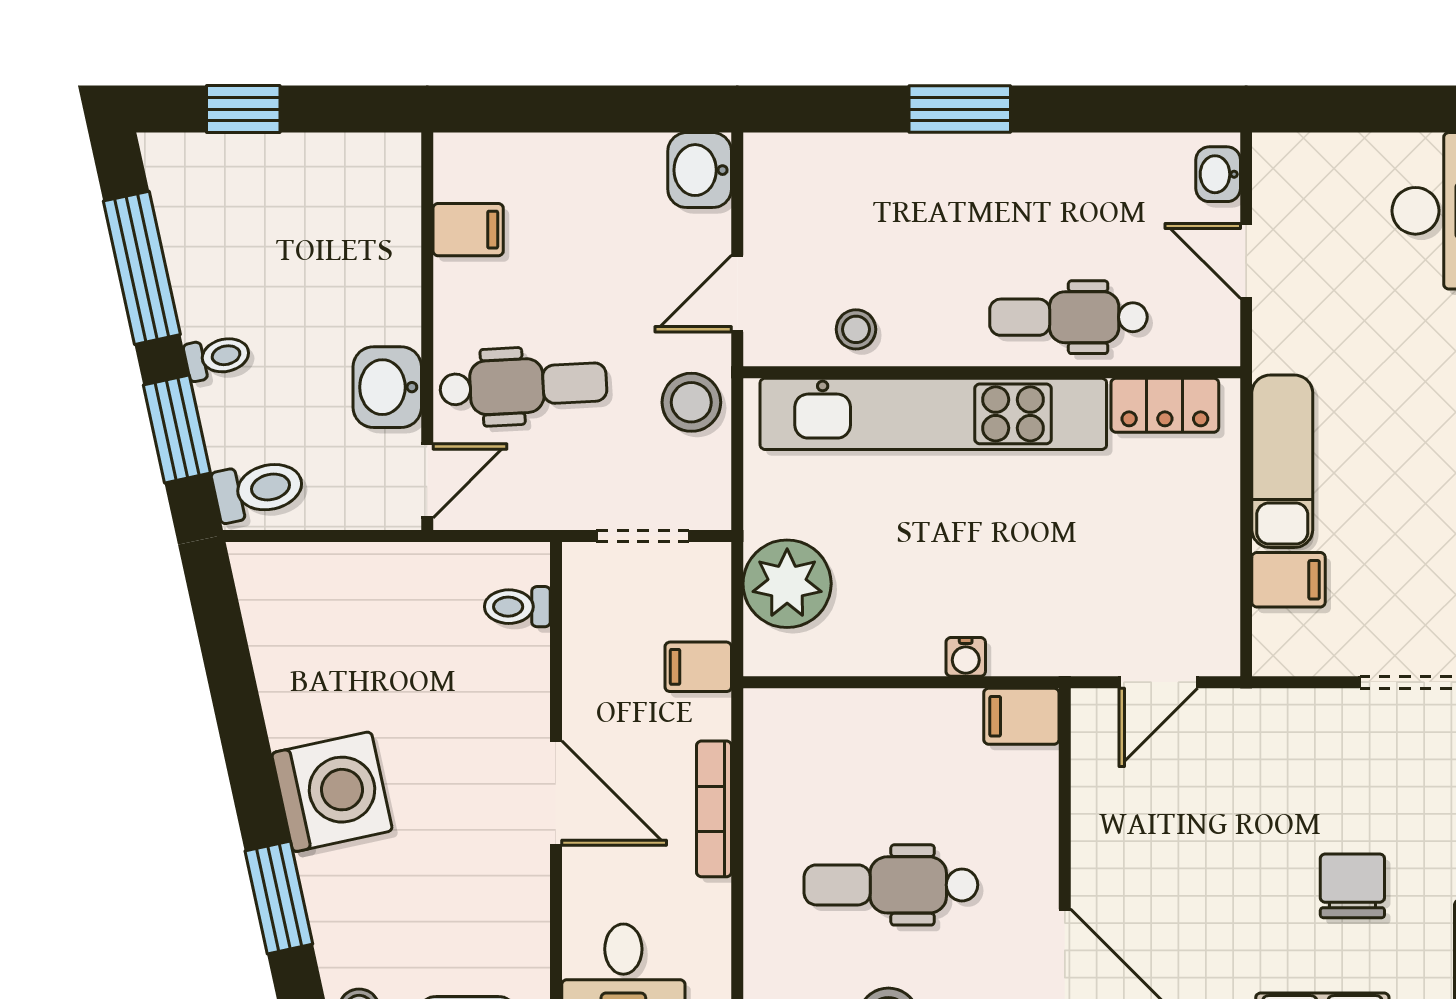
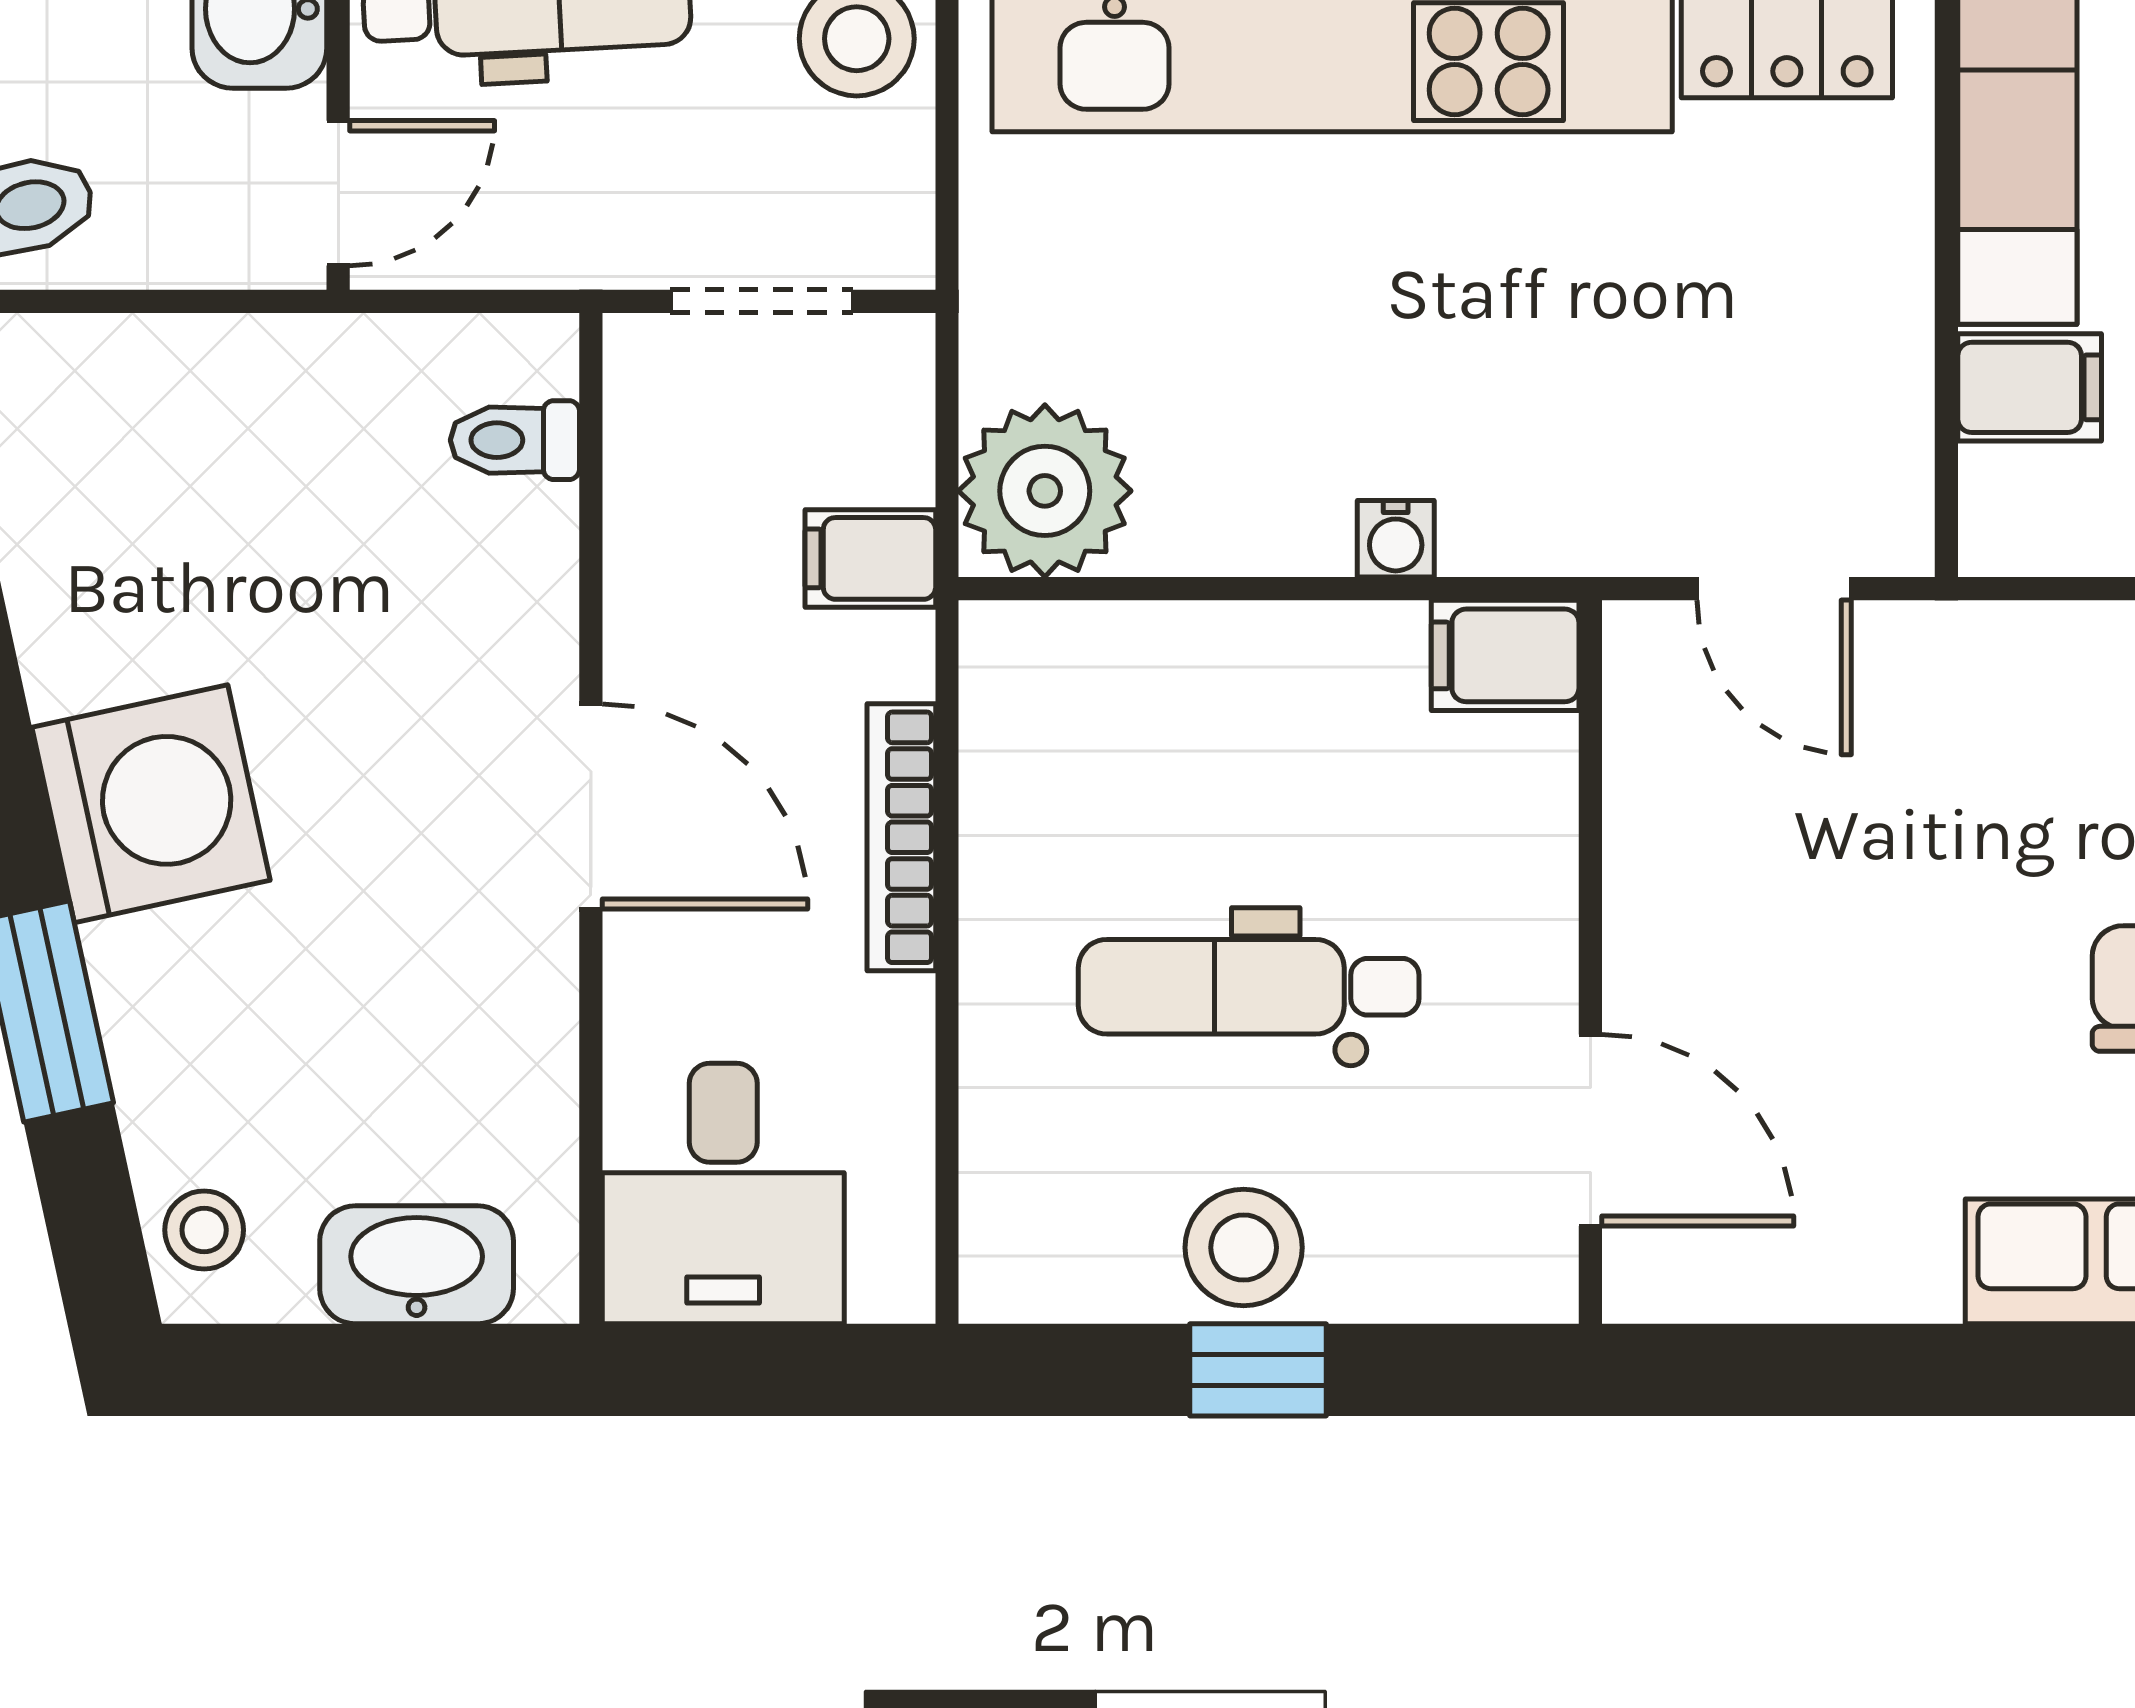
plant: (787, 584) -> (1045, 491), moved
door: (1158, 682) -> (1774, 589), hinge flipped

